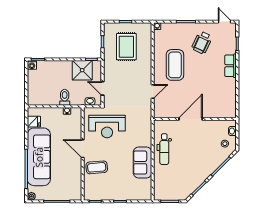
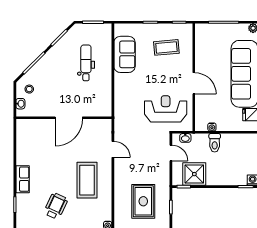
door: (153, 91) -> (113, 149), swing flipped
dental chair: (164, 149) -> (86, 63), moved
sofa: (143, 163) -> (125, 54), moved
coffee table: (97, 167) -> (166, 47), moved

